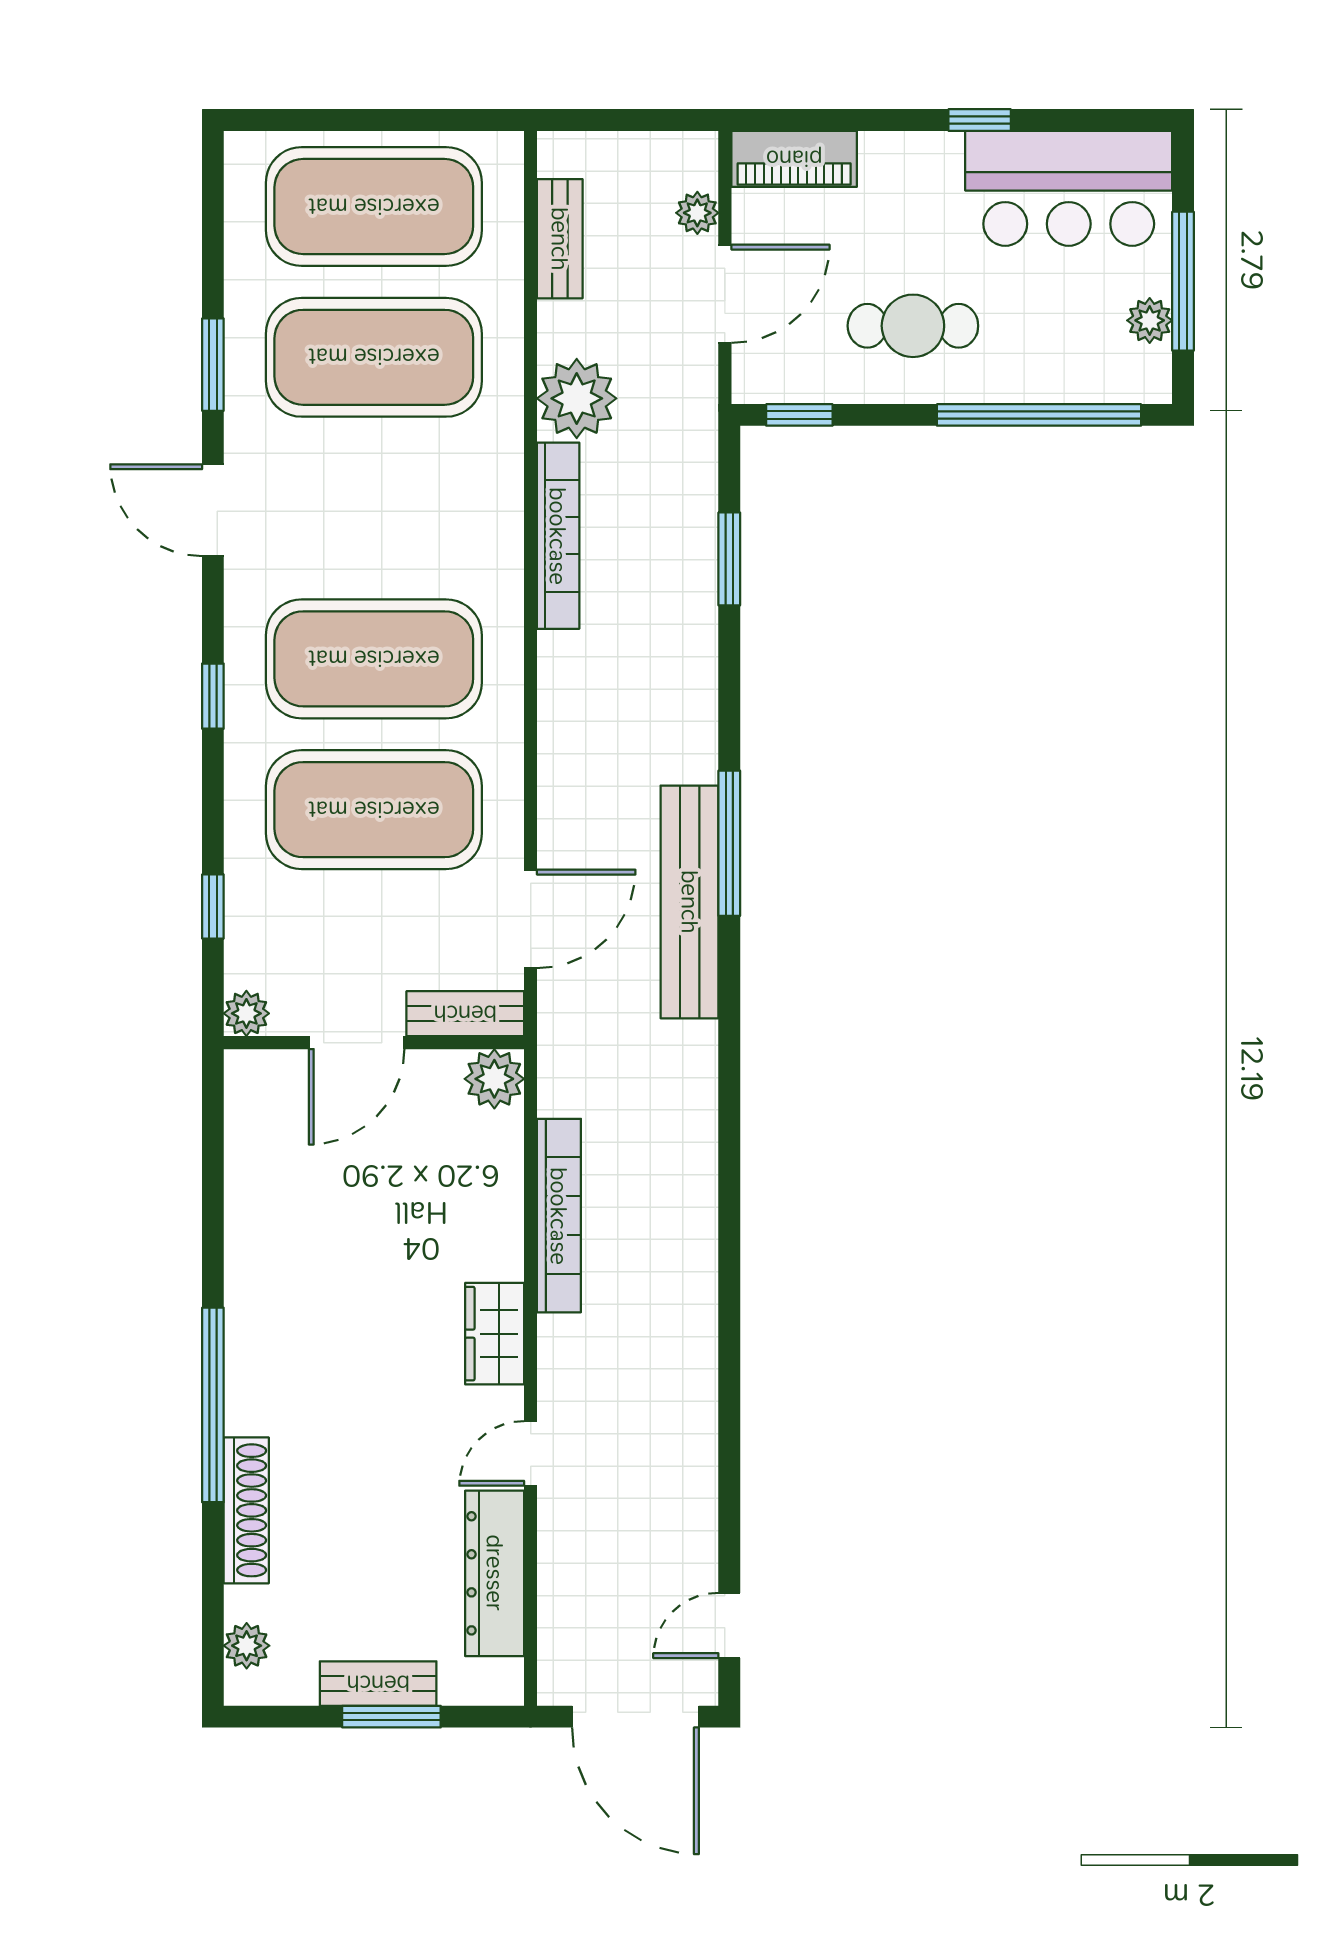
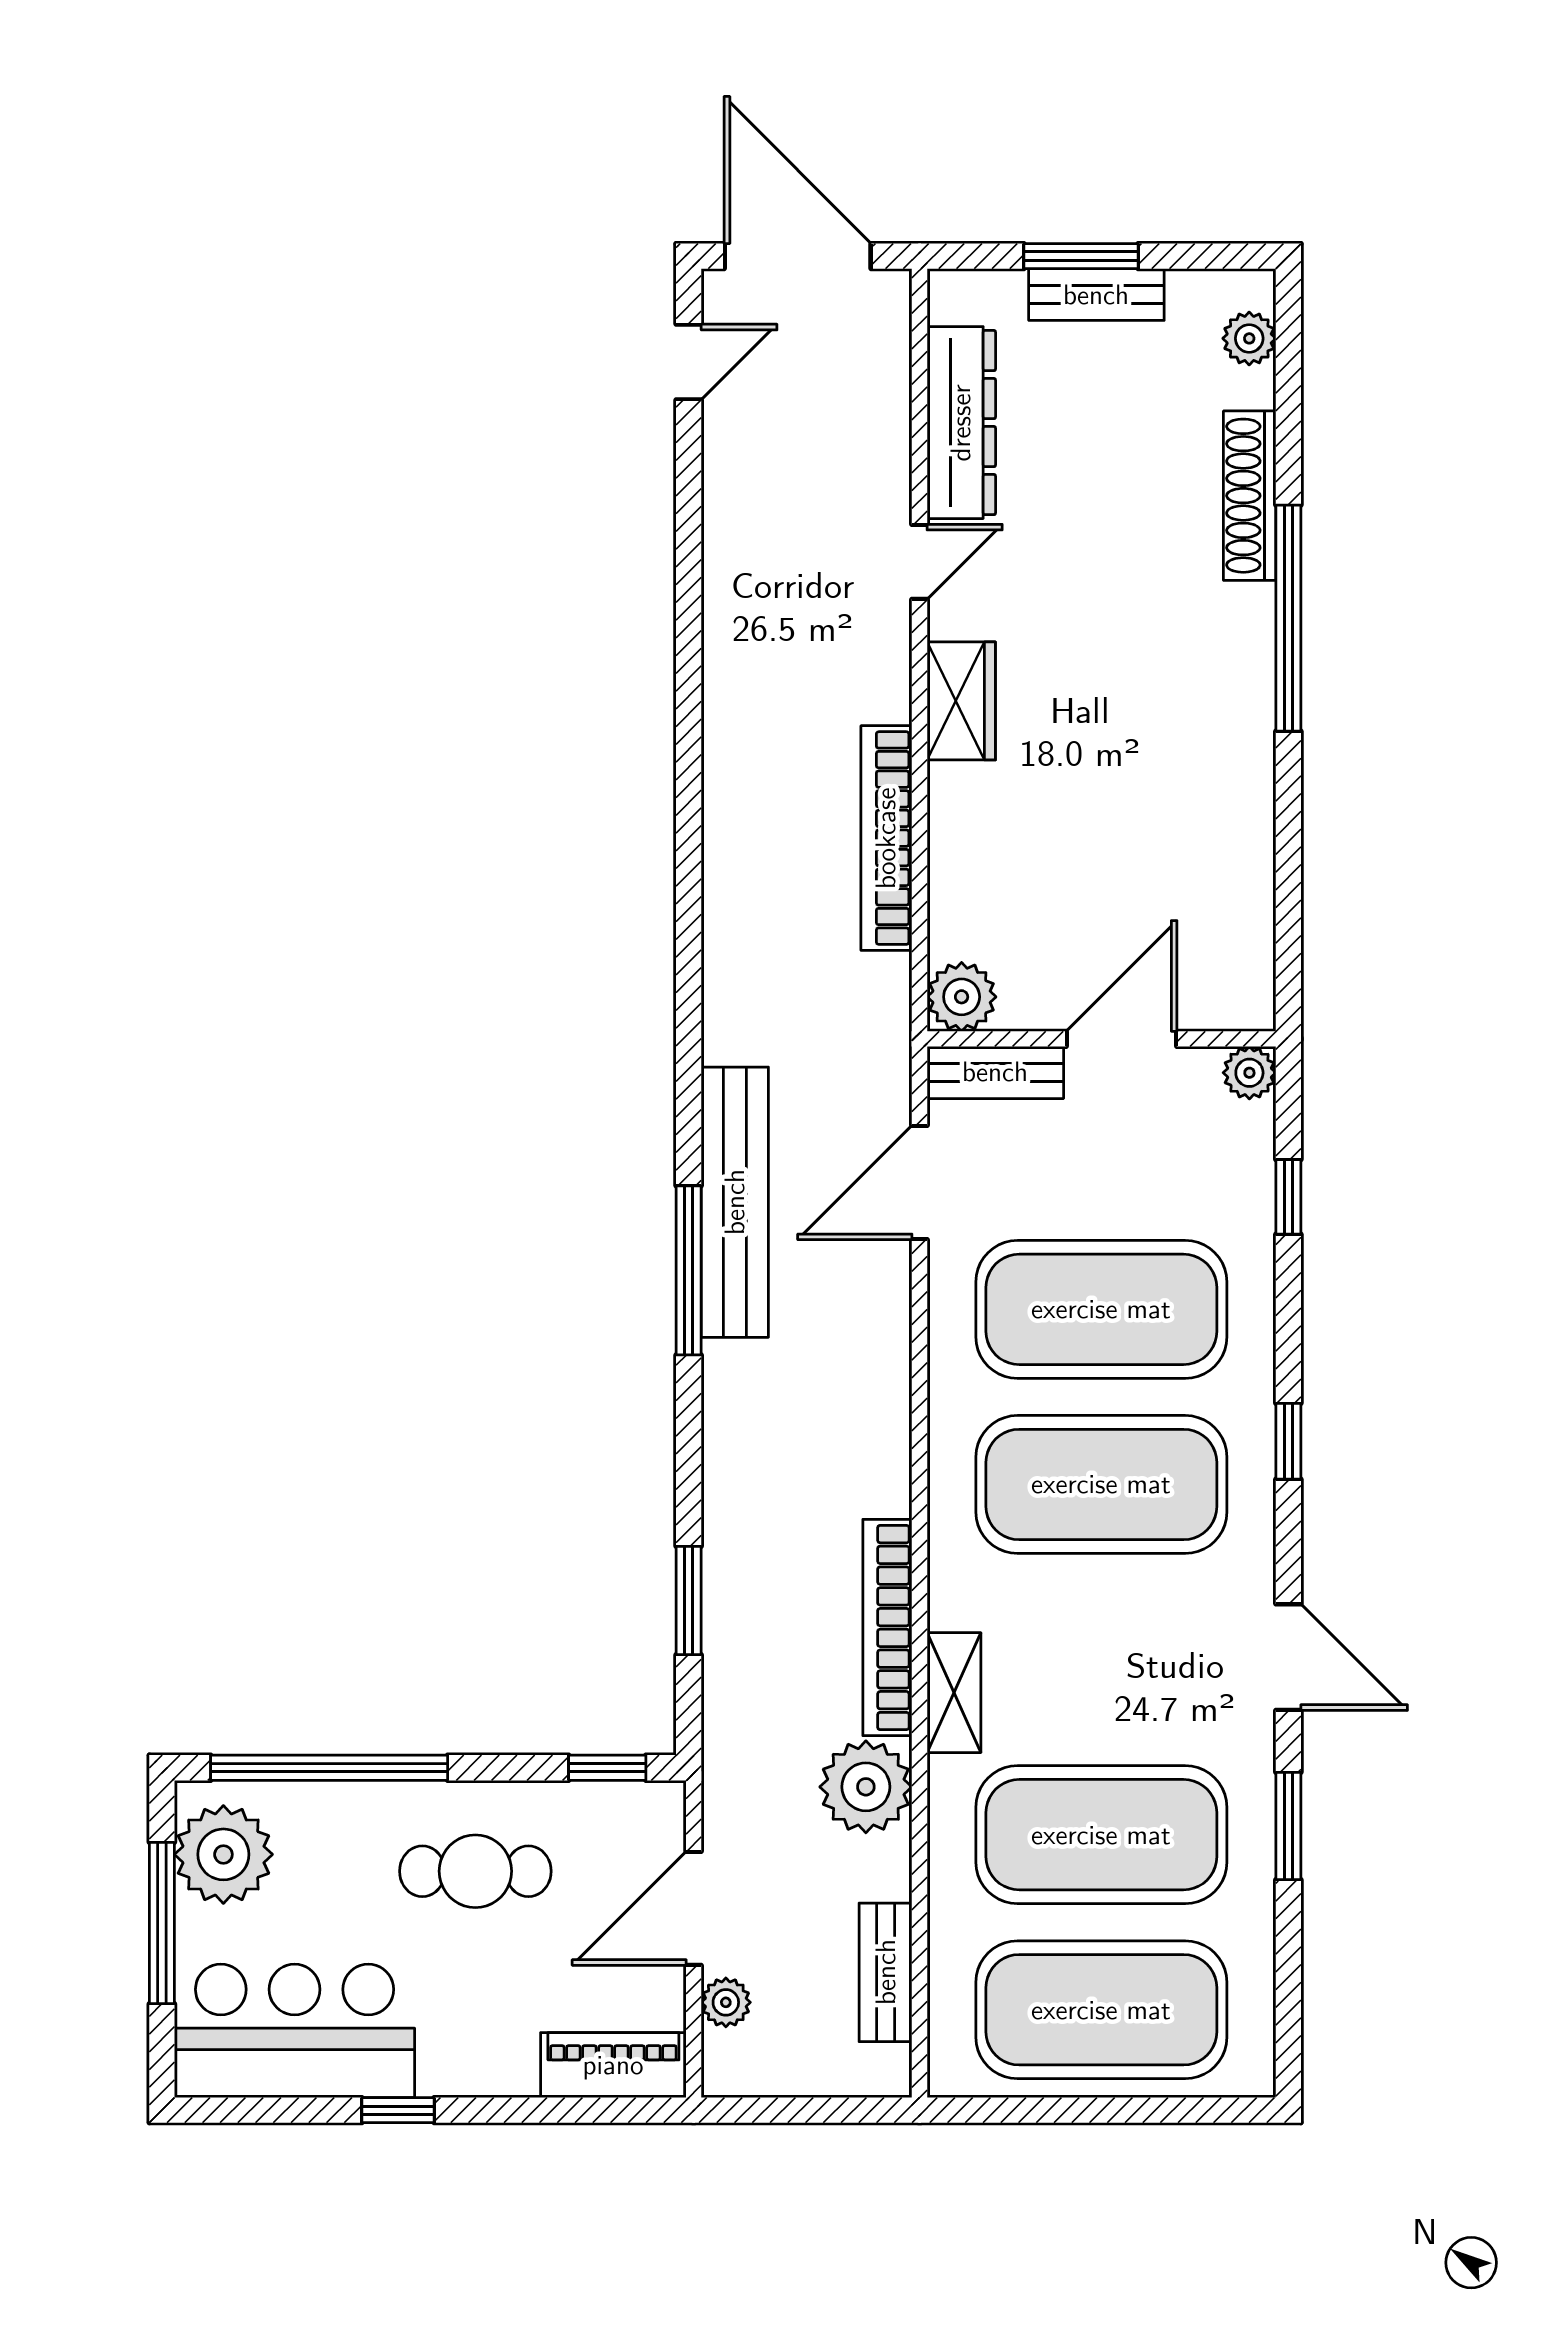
plant: (1150, 320) -> (223, 1854), width x1.88, depth x1.88
shelving: (501, 480) -> (954, 1693), added

